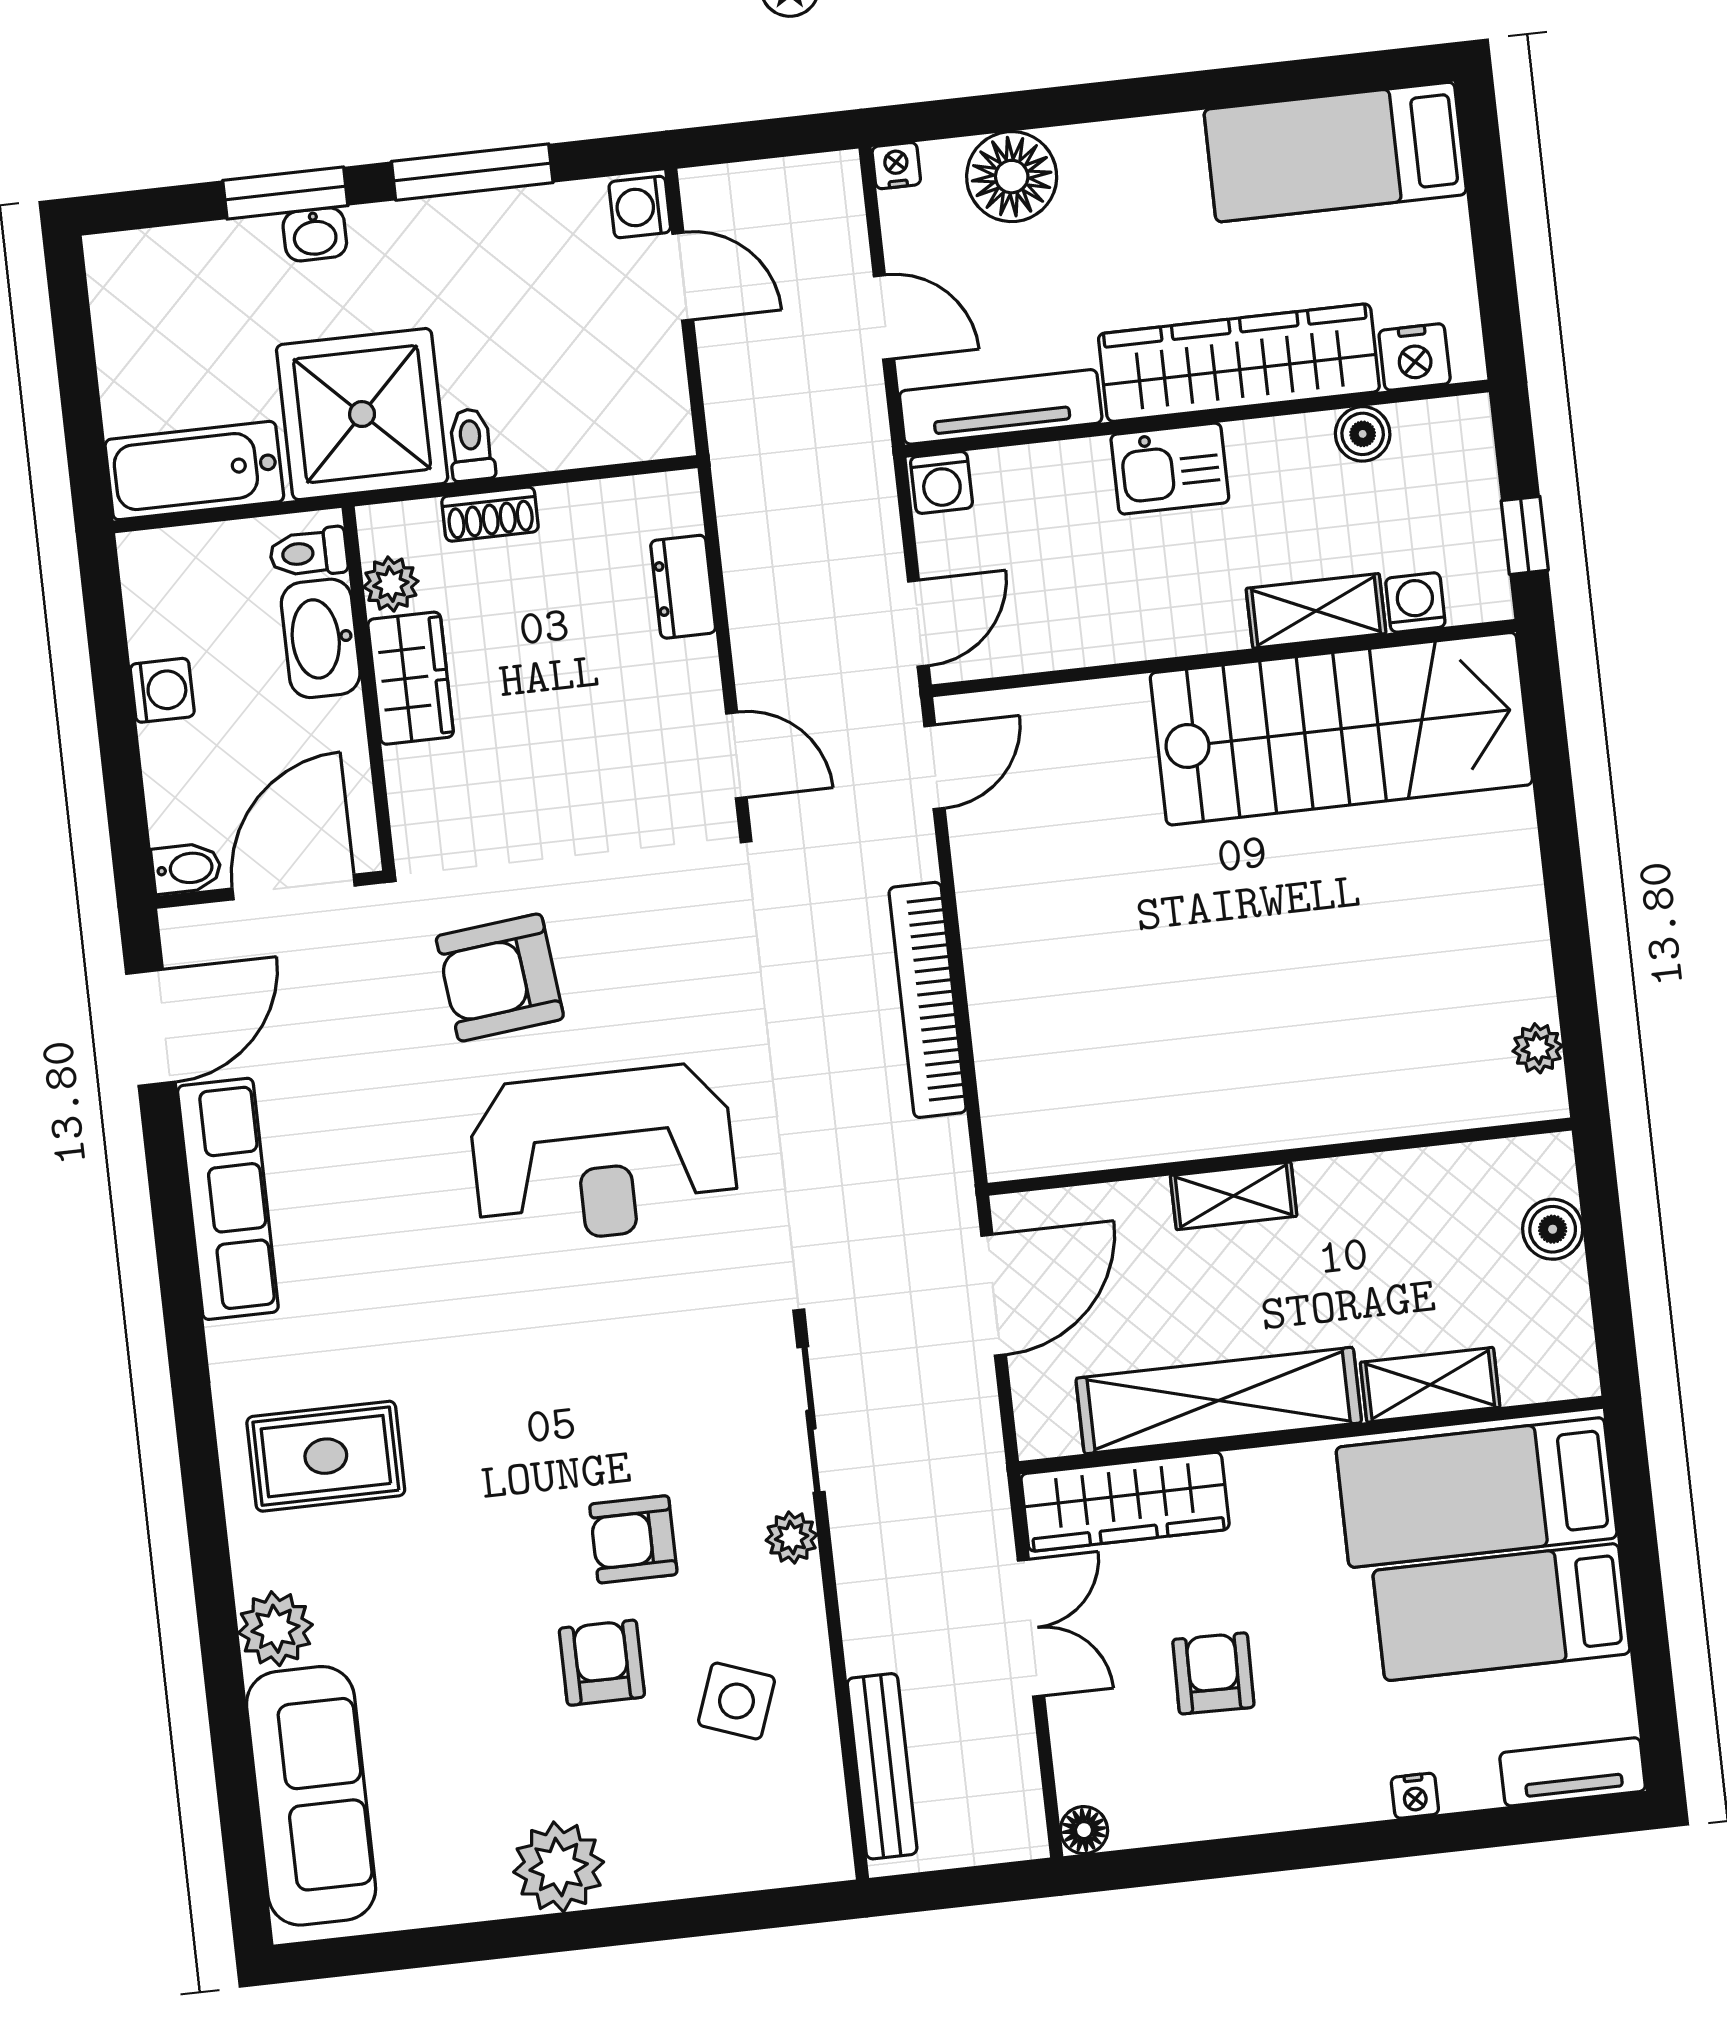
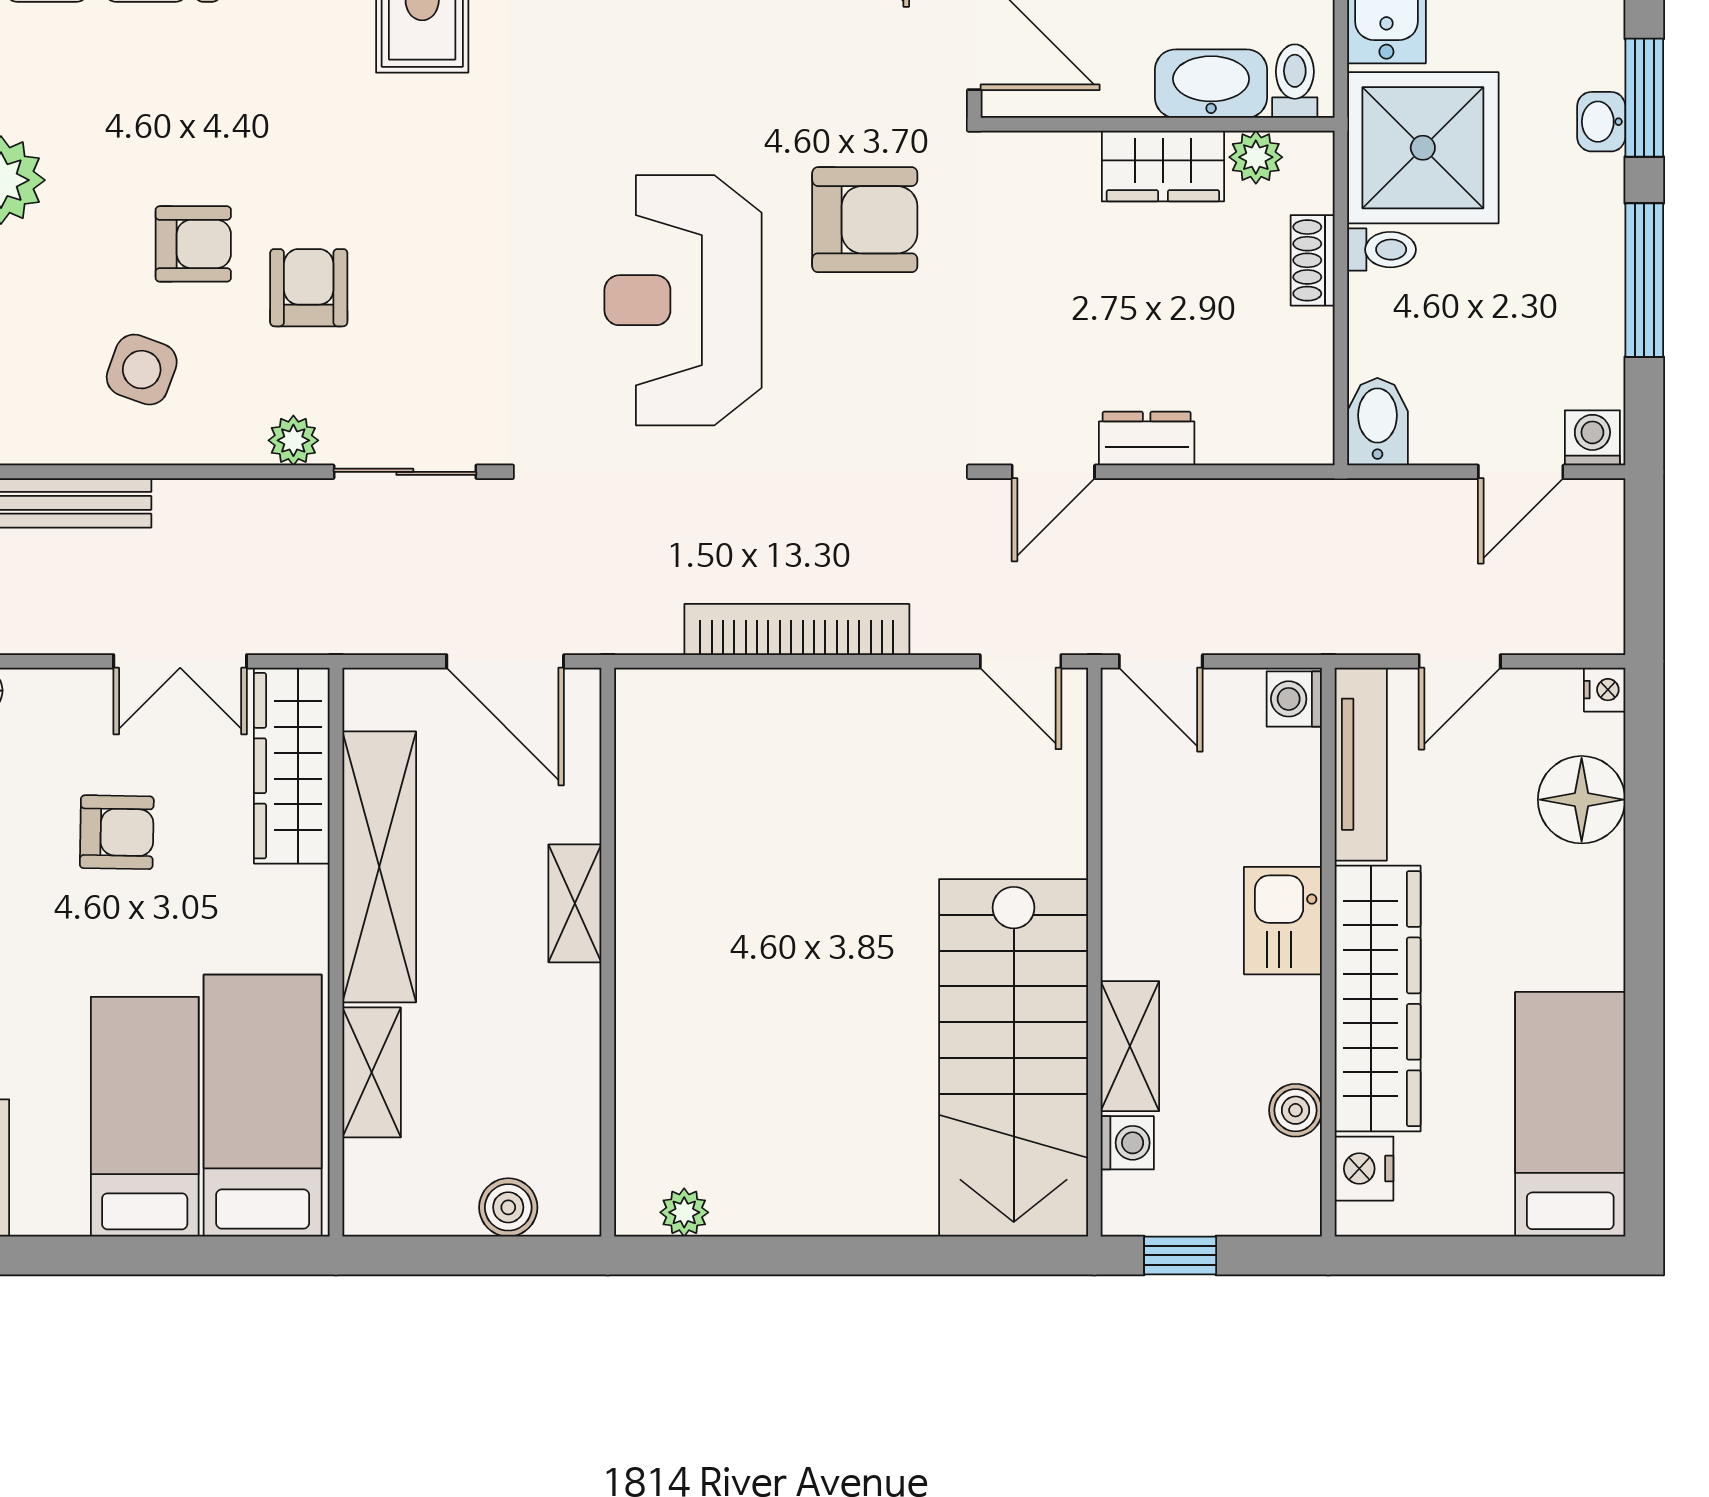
bidet: (648, 429) -> (1377, 422), added
dresser: (683, 587) -> (1147, 439), moved
armchair: (500, 977) -> (865, 220), turned 96

